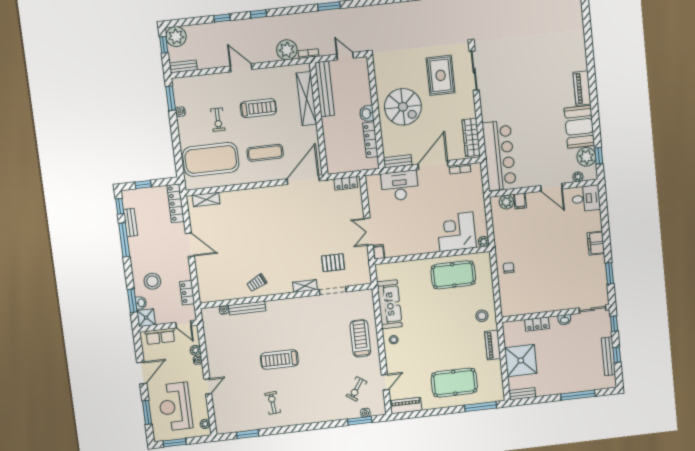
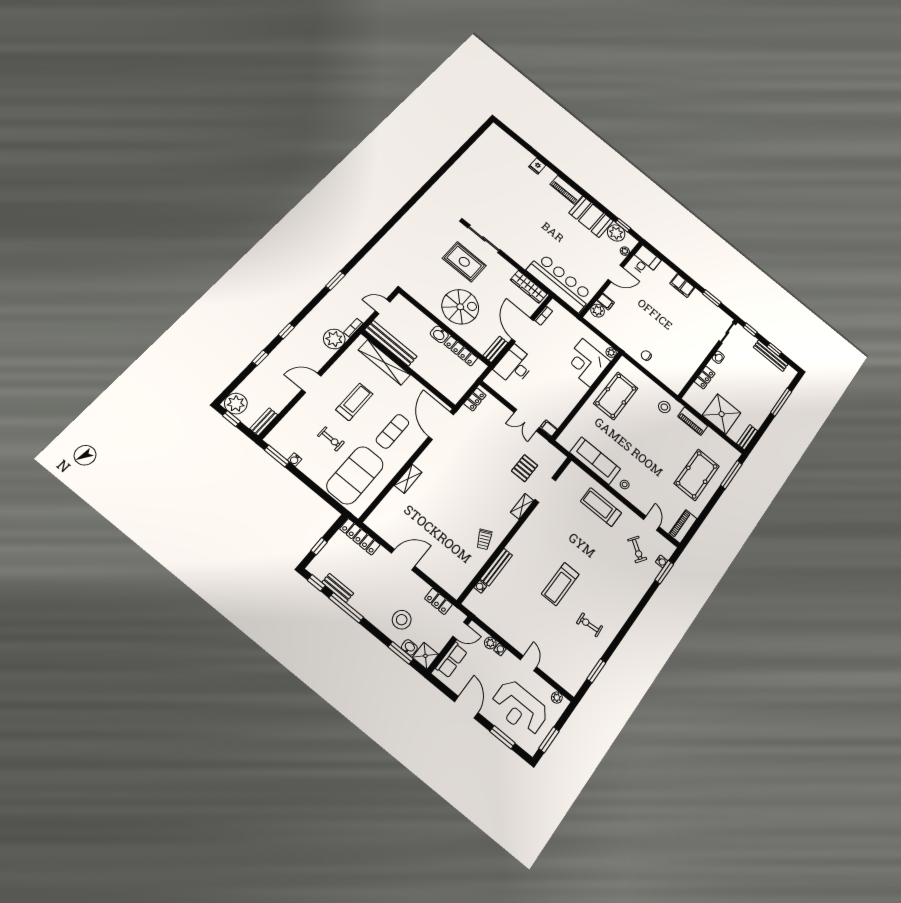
fridge: (578, 49) -> (537, 166), added
shelving: (206, 199) -> (408, 479), moved

